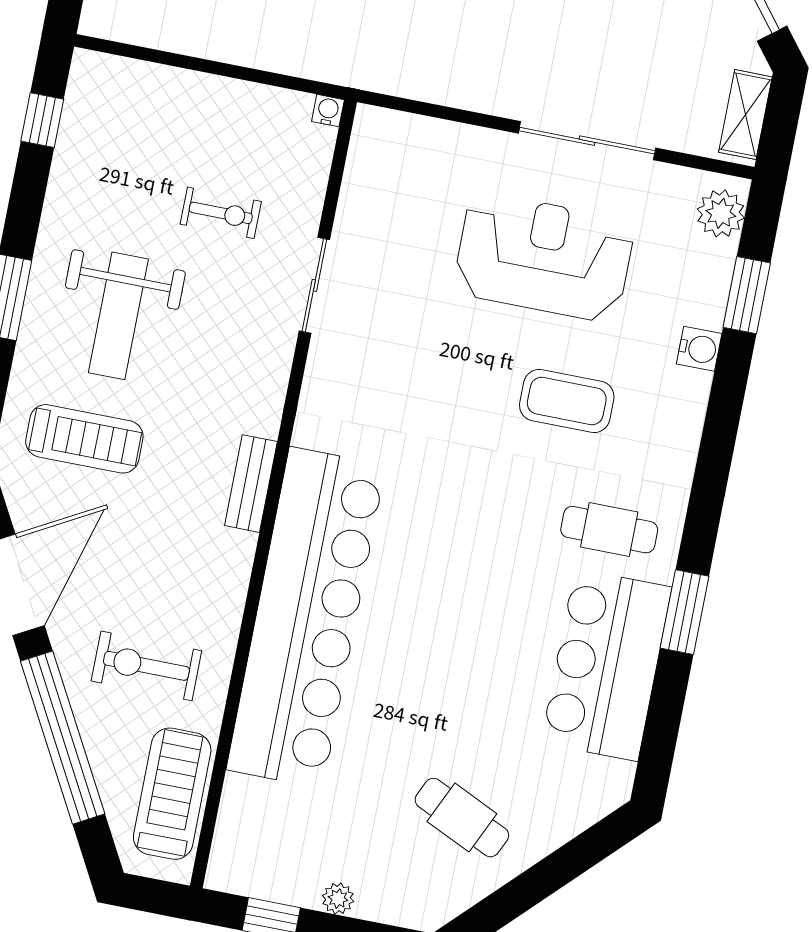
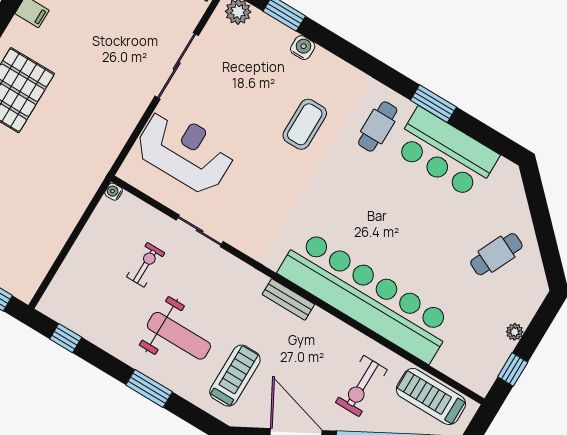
reception desk: (544, 257) -> (185, 151), moved, turned 90

